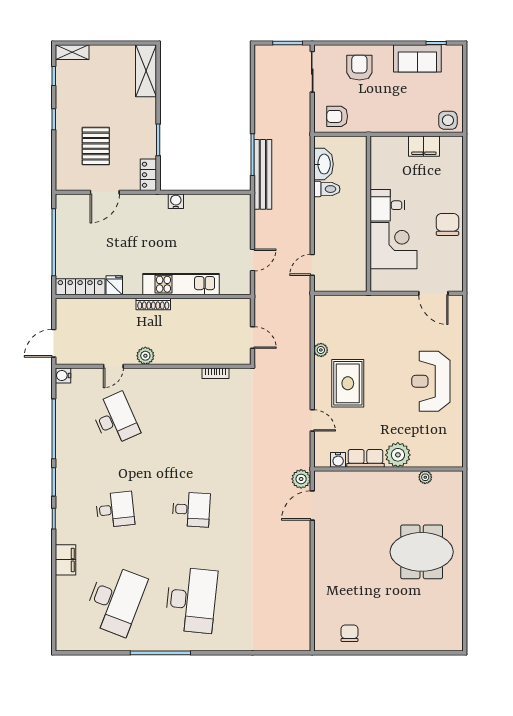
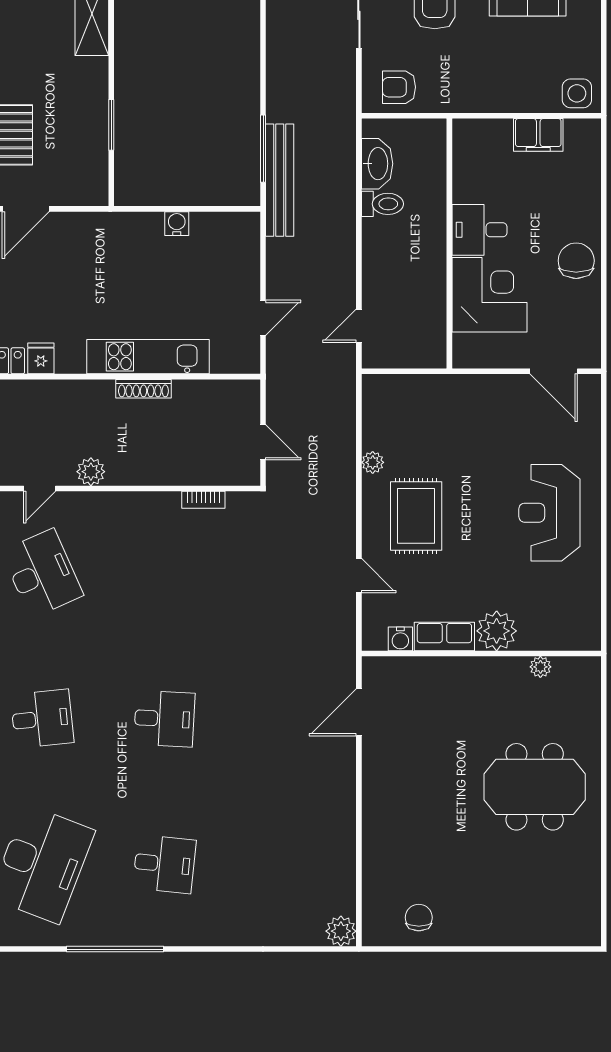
locker: (148, 175) -> (96, 181), removed
water cooler: (176, 201) -> (177, 224), moved
shoe rack: (153, 304) -> (143, 389), moved
plant: (301, 479) -> (341, 931), moved
desk: (191, 600) -> (164, 864), width x0.53, depth x0.77

